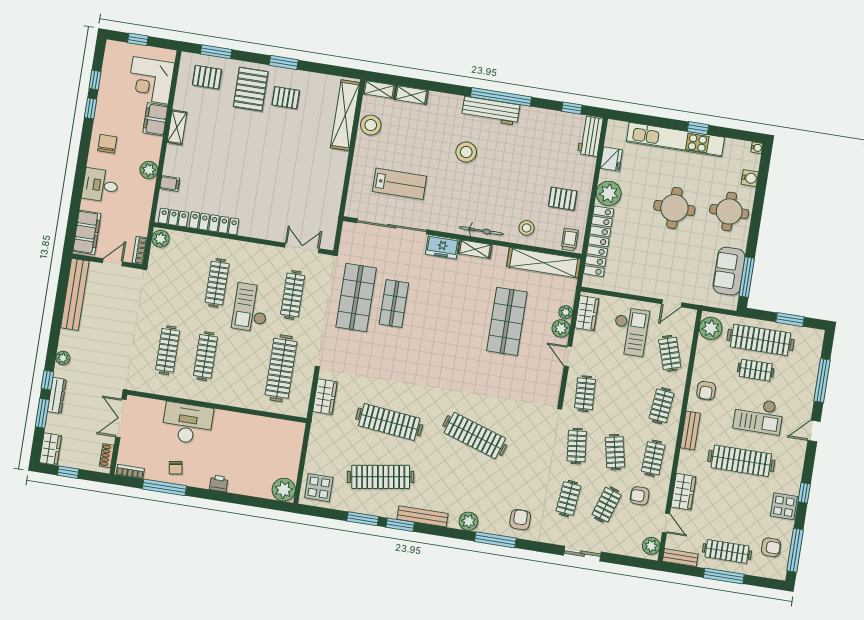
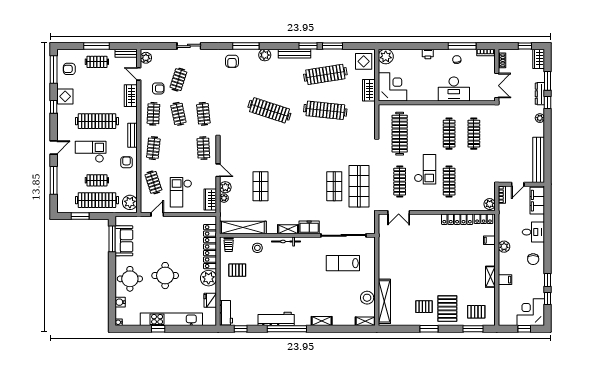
corner desk: (151, 80) -> (531, 312), moved, turned -90
shelving: (411, 95) -> (322, 321), moved
workbench: (491, 111) -> (276, 319), moved
filing cabinet: (155, 119) -> (505, 280), width x0.50
stool: (466, 152) -> (304, 290), removed
shop shelf: (507, 321) -> (260, 186), width x0.70, depth x0.74
wardrobe: (325, 397) -> (369, 90), moved
corner desk: (281, 441) -> (393, 87), added
clothes rail: (568, 499) -> (203, 80), removed
clothes rail: (727, 551) -> (97, 62), width x0.73

